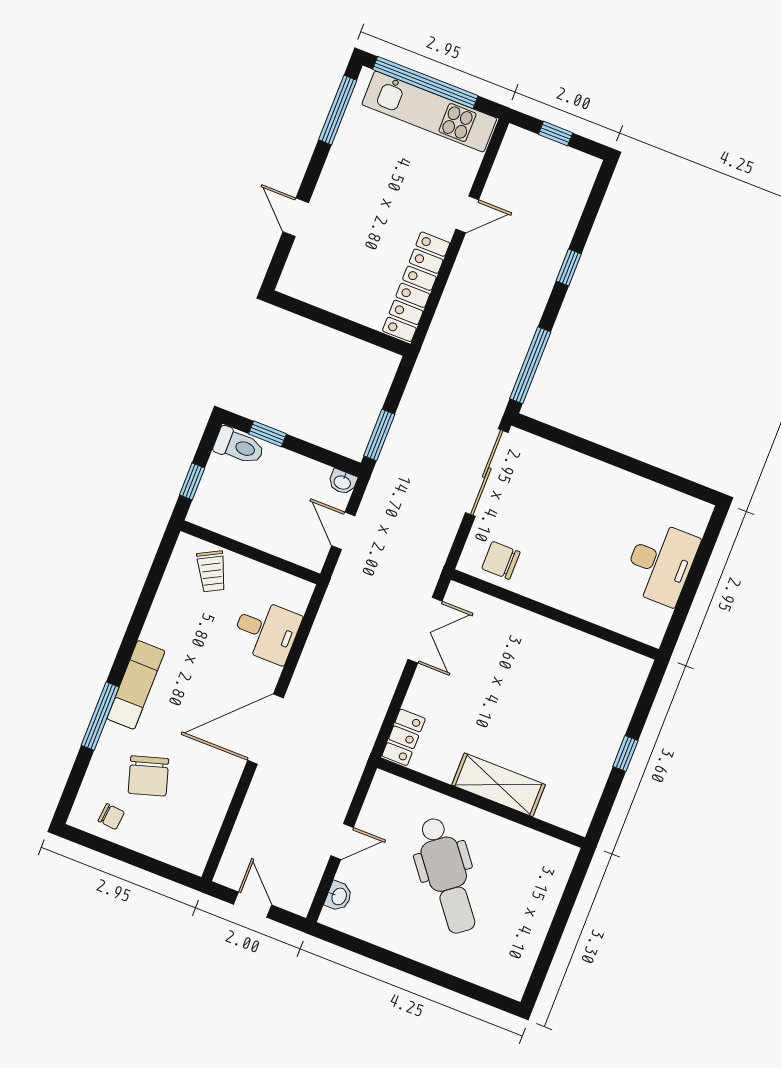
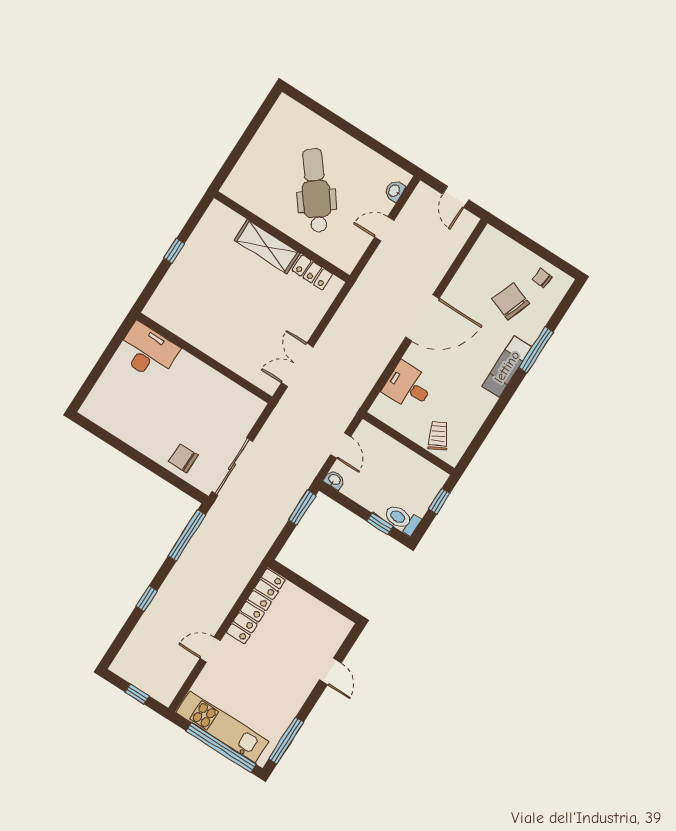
chair: (501, 560) -> (183, 458), moved, turned 180
desk: (661, 563) -> (148, 352), moved, turned 90
locker: (404, 737) -> (312, 272), moved, turned -90
chair: (148, 776) -> (511, 301), turned -53

